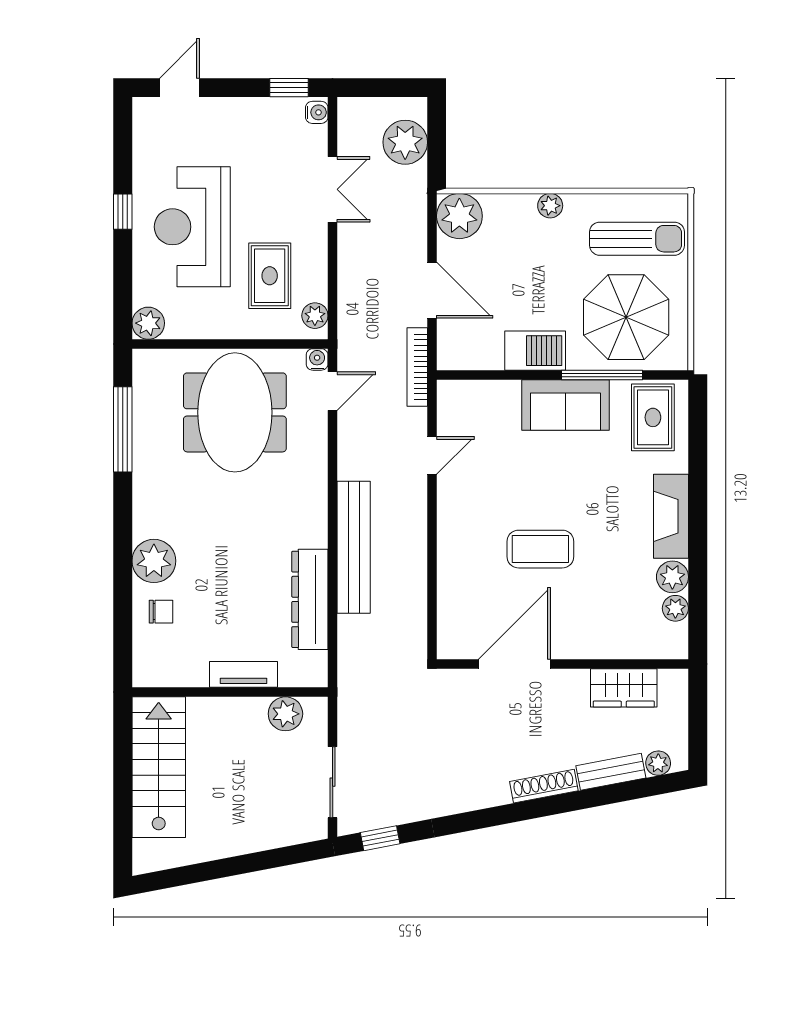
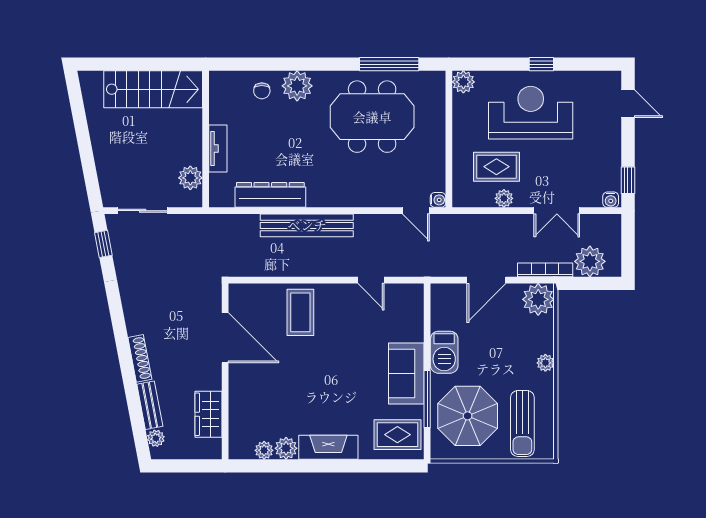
plant: (315, 316) -> (504, 198), moved
bookcase: (417, 367) -> (545, 270), moved
meeting table: (235, 412) -> (372, 117), moved
coffee table: (540, 549) -> (300, 312), moved

